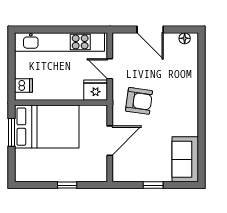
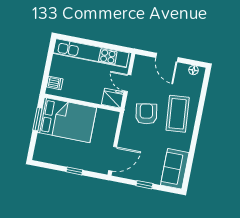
coffee table: (176, 94) -> (178, 114), added
armchair: (139, 101) -> (146, 114), turned -108
door: (110, 141) -> (113, 159), moved

